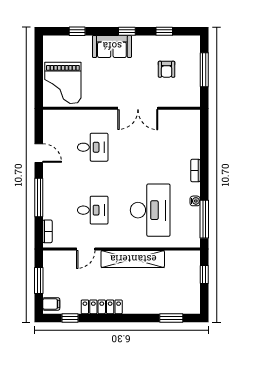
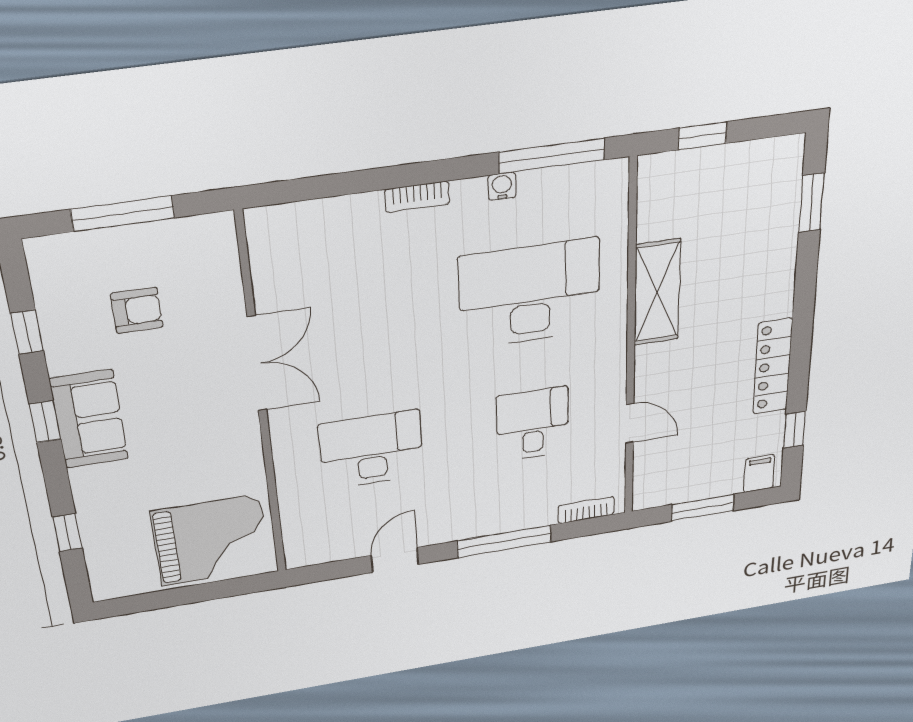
sofa: (112, 46) -> (89, 419), moved
desk: (93, 147) -> (371, 450), width x1.37
shelving: (133, 259) -> (657, 292), width x0.68

